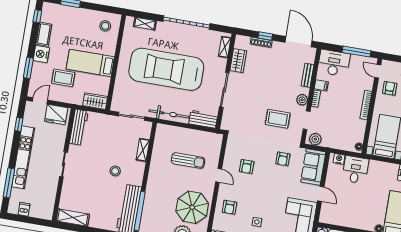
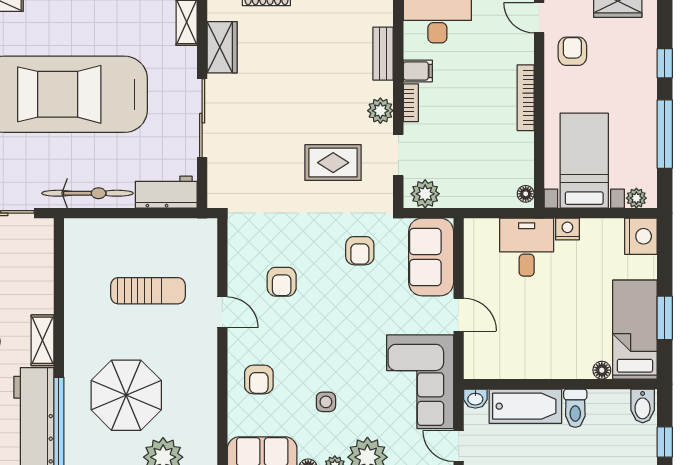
shelving: (143, 150) -> (43, 340), moved
nightstand: (339, 159) -> (567, 229), moved
parasol: (192, 207) -> (126, 395), moved

